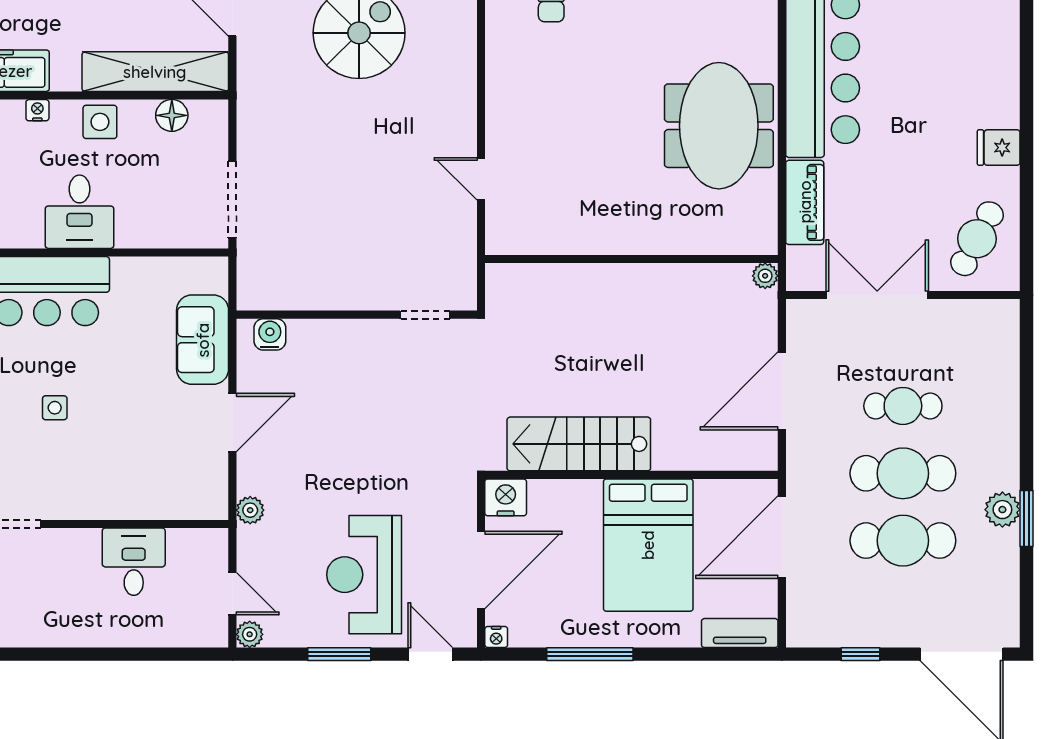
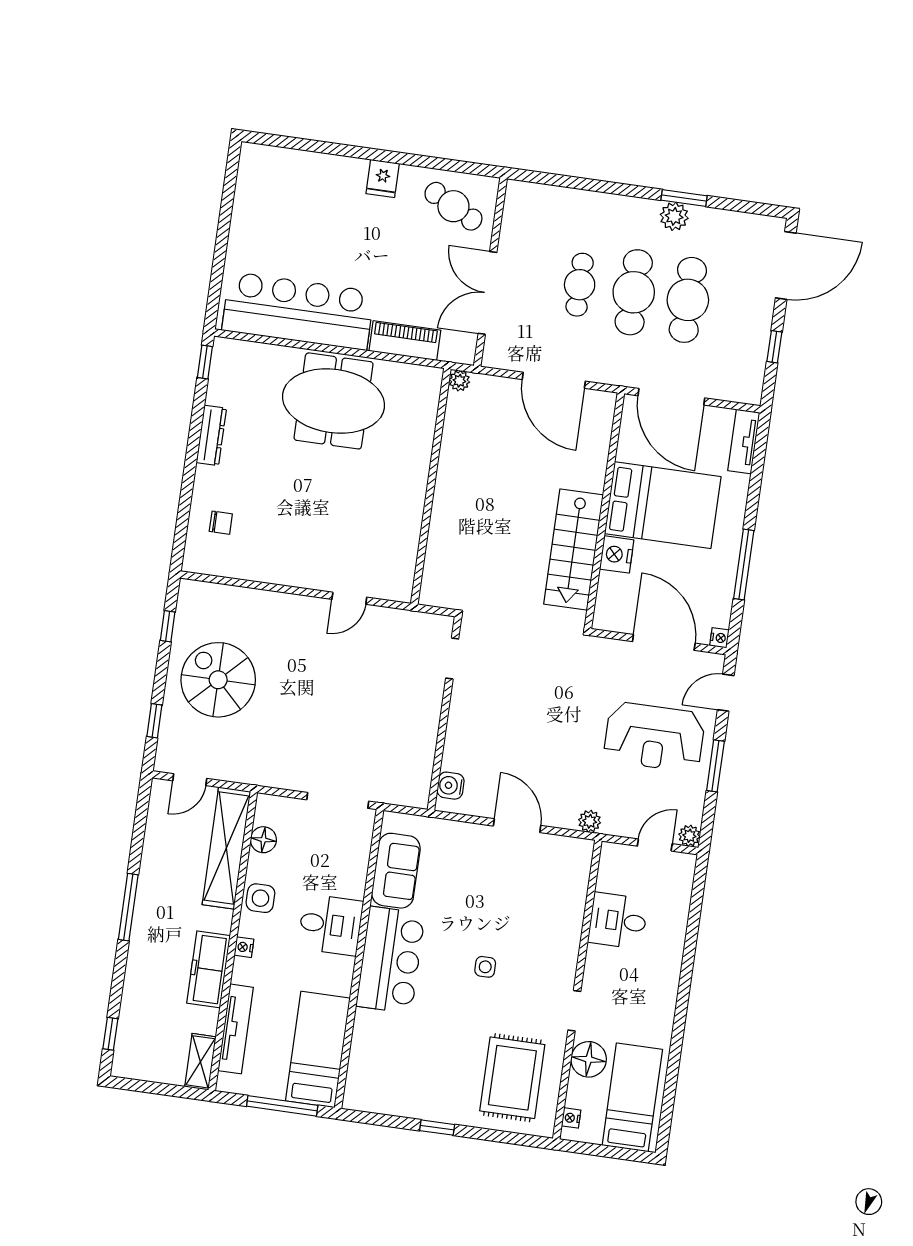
sofa: (203, 340) -> (396, 871), moved, turned -90
nightstand: (506, 497) -> (617, 554), moved

